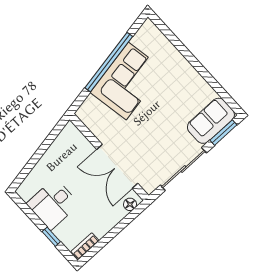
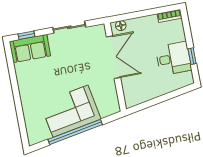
window: (223, 133) -> (26, 35), width x0.67
sliding door: (183, 169) -> (69, 27), width x0.73
window: (51, 237) -> (192, 56), moved

